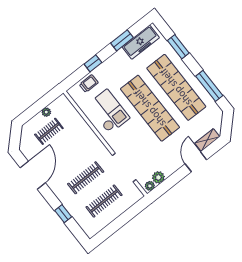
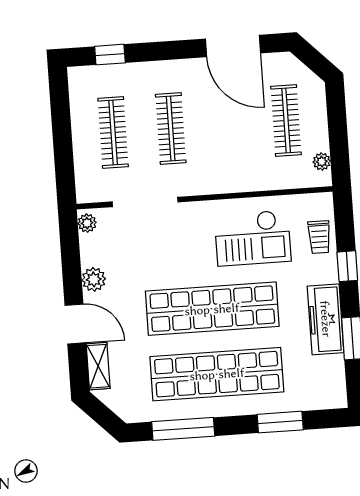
freezer: (141, 42) -> (326, 319), moved
plant: (46, 112) -> (322, 162), moved
clothes rail: (49, 131) -> (286, 120), width x1.36
plant: (158, 177) -> (94, 279), moved
window: (63, 214) -> (110, 55), moved

